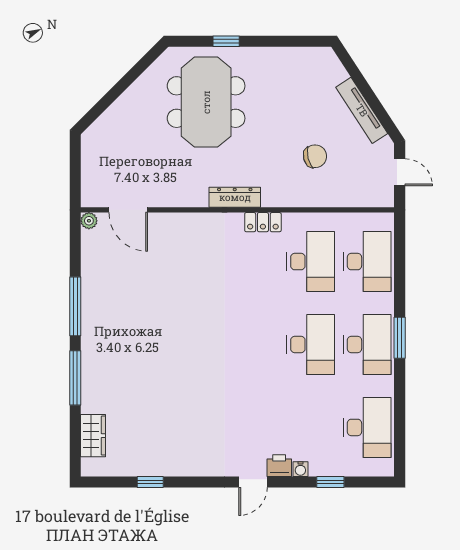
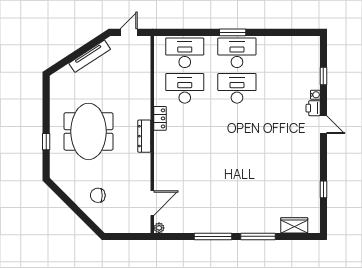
meeting table: (206, 102) -> (88, 131), moved, turned 90
chair: (315, 156) -> (98, 195), moved, turned -76
desk: (367, 427) -> (289, 53), removed

